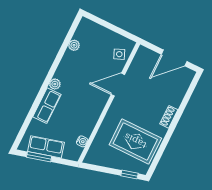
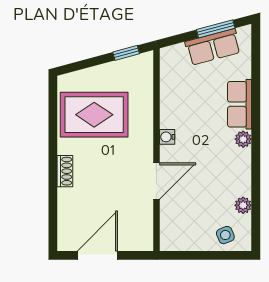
side table: (119, 54) -> (225, 235), moved
water cooler: (82, 141) -> (167, 137), moved
window: (129, 175) -> (126, 53), moved

